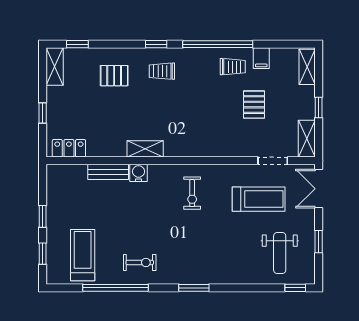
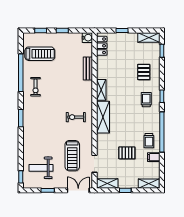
shelving: (192, 146) -> (103, 117), added
water cooler: (139, 173) -> (87, 38), moved

